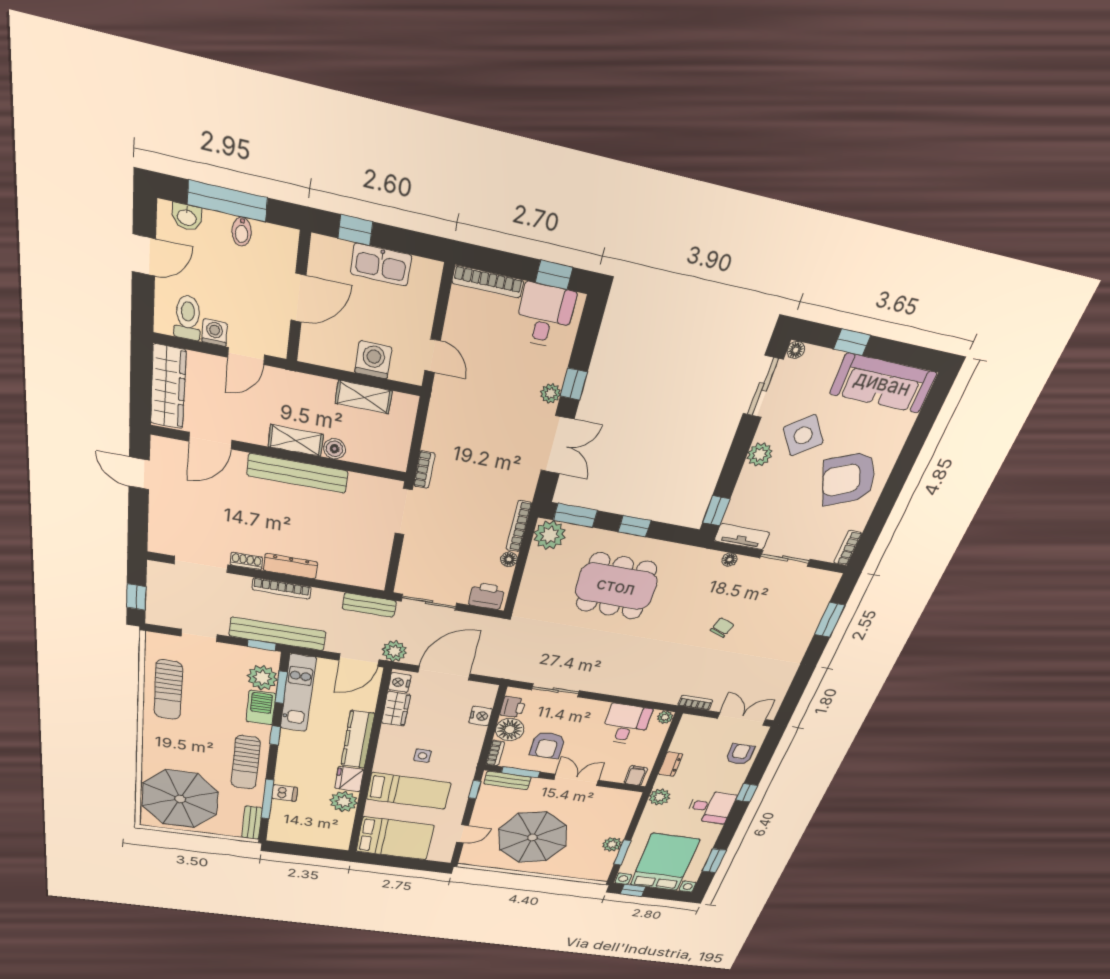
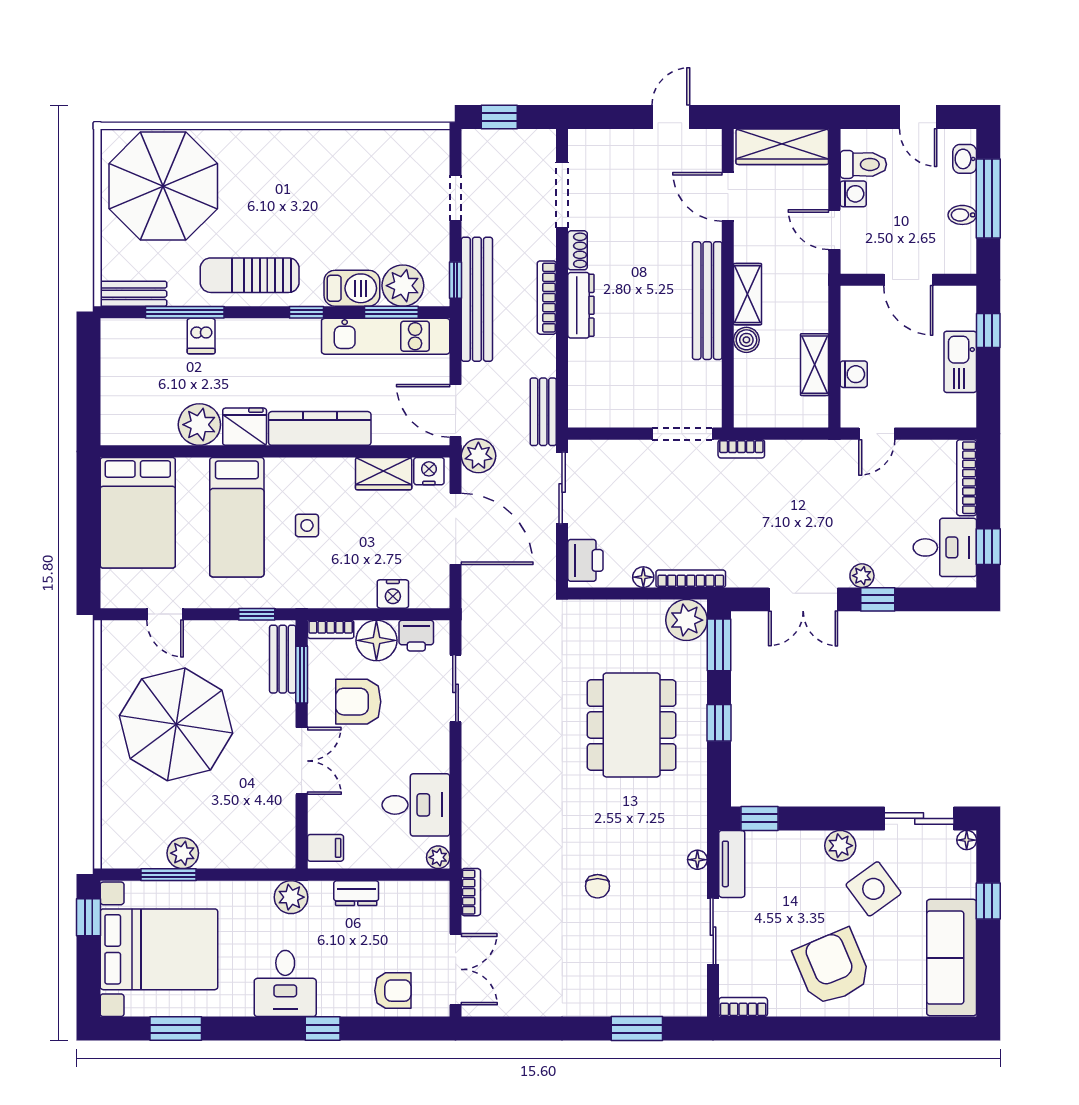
washing machine: (373, 360) -> (854, 374), width x0.73, depth x0.73
chair: (722, 628) -> (598, 886), turned 71
sun lounger: (168, 690) -> (359, 162), removed

